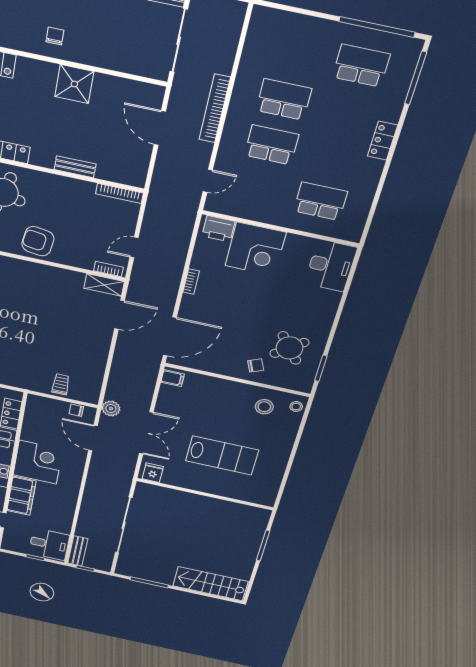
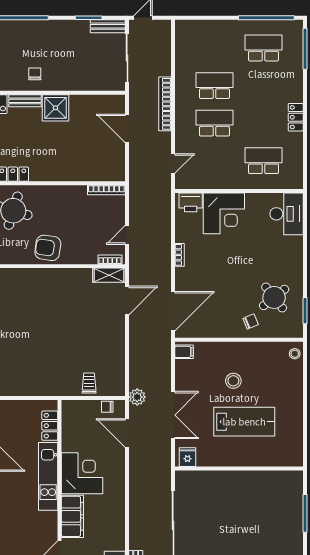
locker: (383, 141) -> (296, 117), moved
bench: (75, 167) -> (25, 101), moved
stool: (264, 407) -> (233, 381), moved

